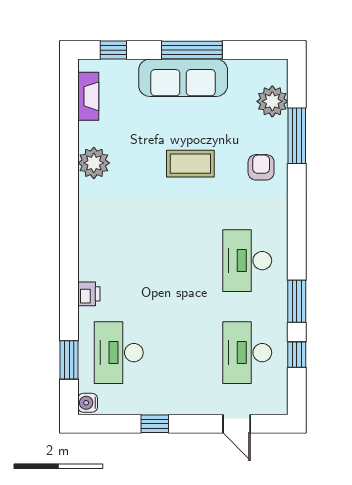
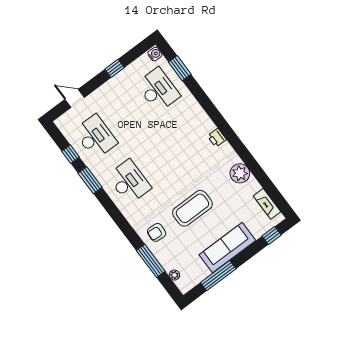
window: (192, 50) -> (218, 276), moved
plant: (272, 101) -> (174, 275), width x0.53, depth x0.53
coffee table: (190, 164) -> (192, 208), width x1.36, depth x1.32
armchair: (261, 167) -> (157, 232), turned 94
printer: (89, 294) -> (217, 138), moved

